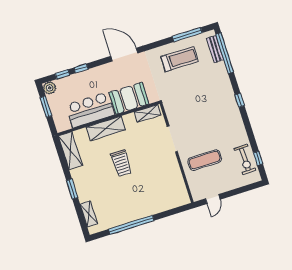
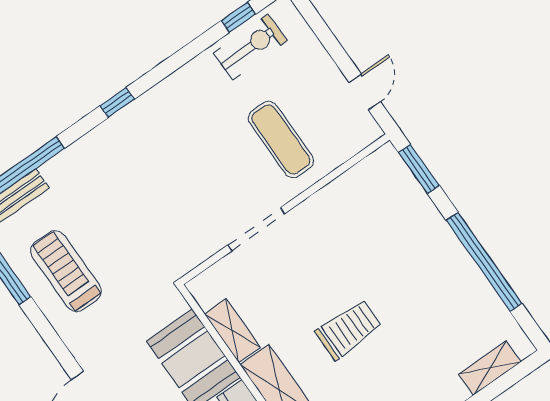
shelving: (148, 113) -> (232, 331), moved
door: (213, 199) -> (365, 92), hinge flipped
window: (176, 211) -> (419, 169), added

